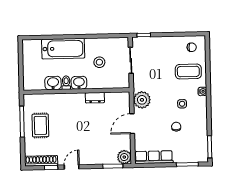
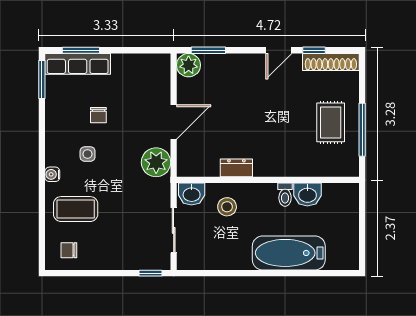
stool: (99, 62) -> (227, 207), moved
washbasin: (79, 83) -> (192, 194), moved
row of seats: (154, 157) -> (78, 64), moved

